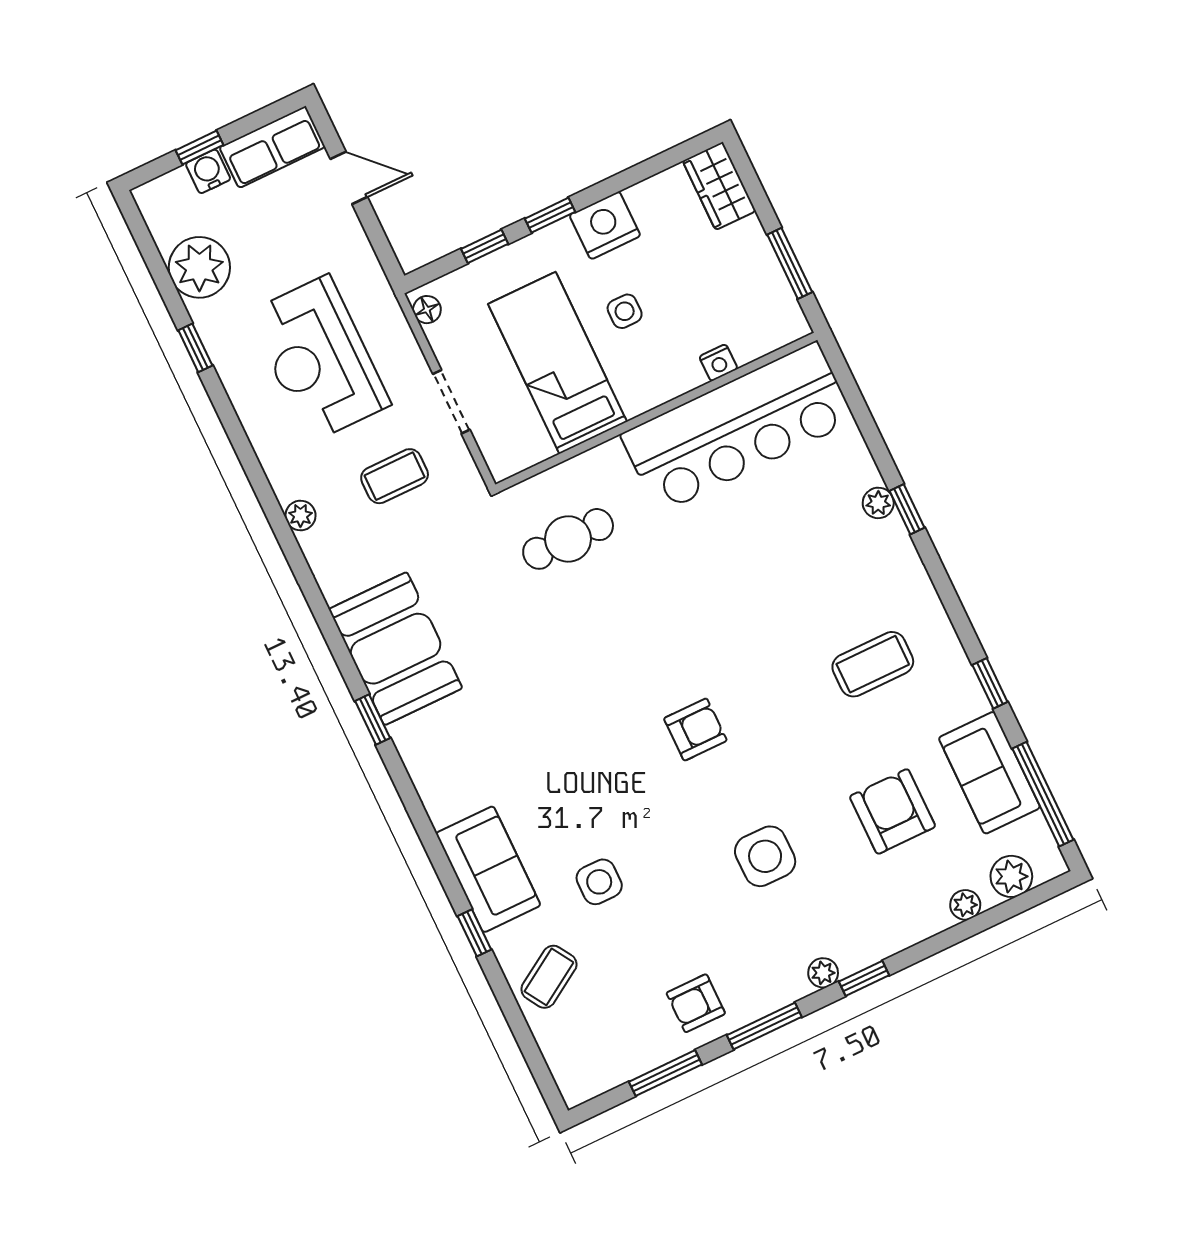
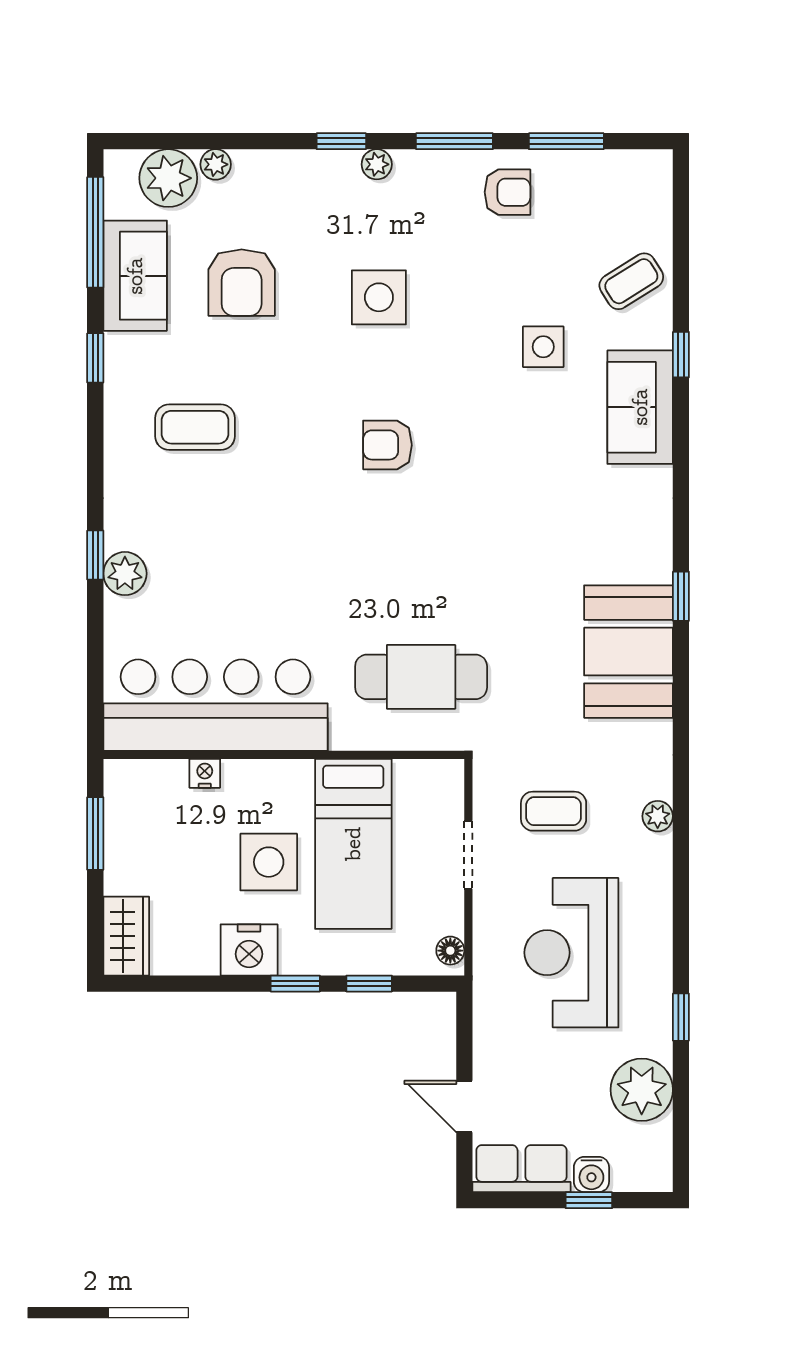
side table: (625, 311) -> (269, 862), width x1.87, depth x1.87
reception desk: (319, 359) -> (571, 953), turned 180
plant: (878, 503) -> (125, 574), width x1.38, depth x1.38
cafe table: (568, 539) -> (421, 677), width x1.37, depth x1.35
plant: (1011, 876) -> (168, 178), width x1.36, depth x1.36

